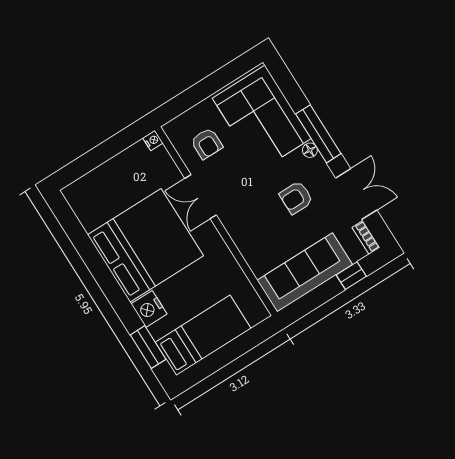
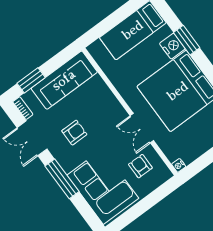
floor lamp: (310, 150) -> (67, 167), removed
double door: (201, 197) -> (142, 128), swing flipped
window: (351, 276) -> (31, 80), width x1.50
window: (148, 347) -> (187, 40), moved

